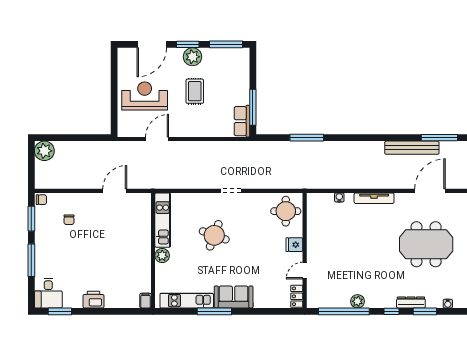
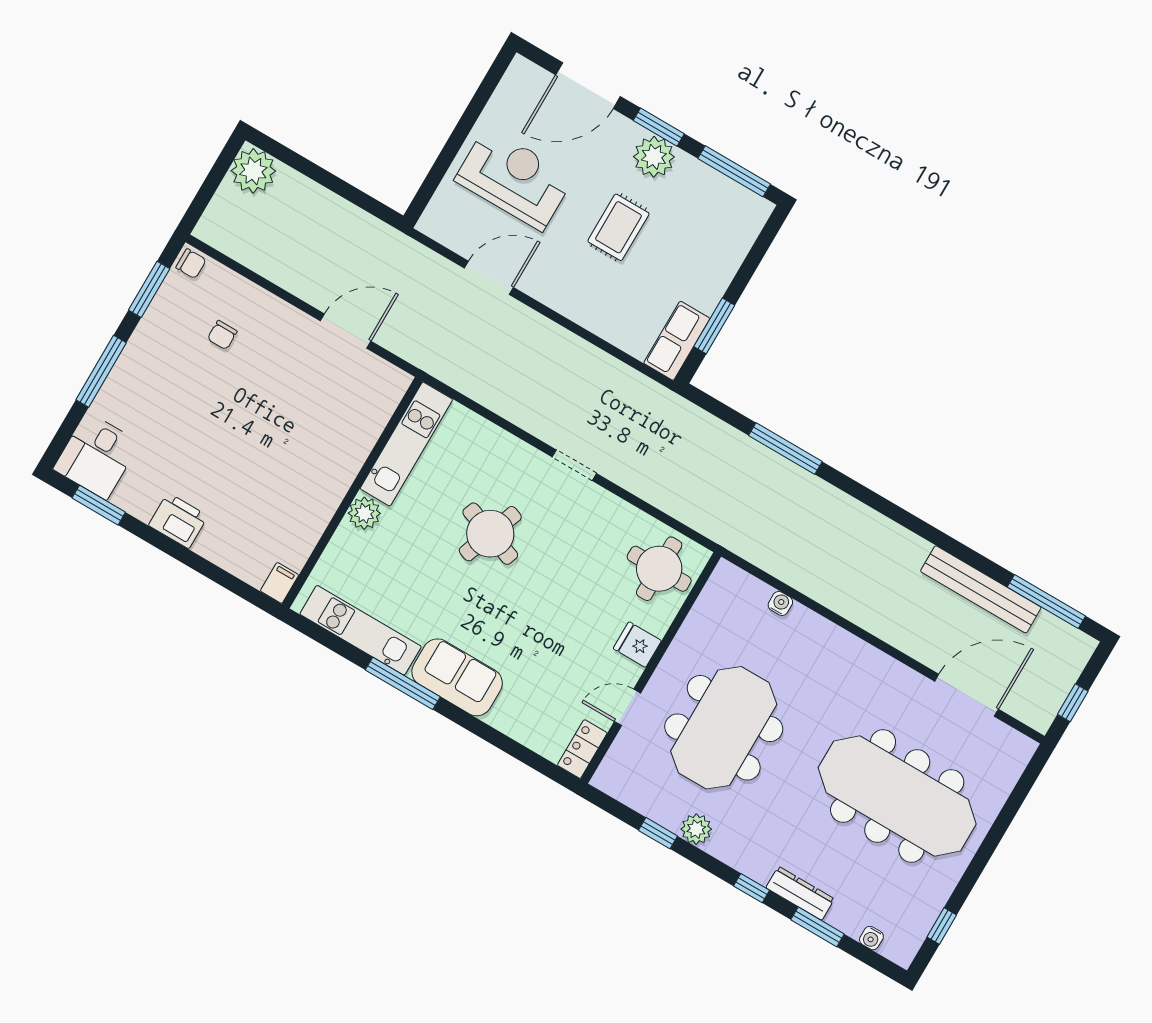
window: (253, 107) -> (714, 326), width x0.69
tv unit: (374, 198) -> (848, 645), removed
meeting table: (426, 244) -> (897, 796), width x1.36
meeting table: (345, 257) -> (724, 728), added
window: (344, 311) -> (658, 833), width x0.32

